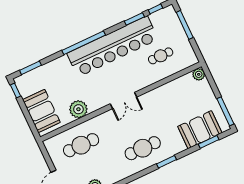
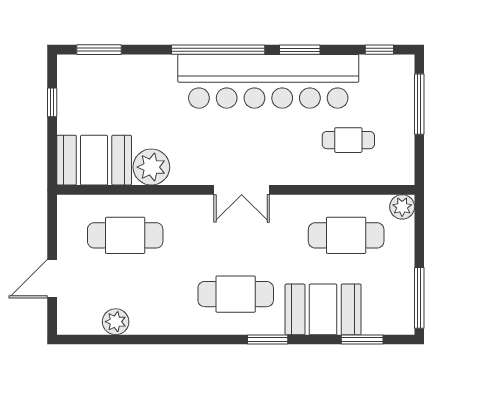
window: (134, 19) -> (300, 50), moved
window: (16, 91) -> (52, 102), moved
cafe table: (180, 99) -> (346, 235), added
booth: (41, 111) -> (94, 160), moved, turned 90
booth: (200, 130) -> (323, 309), moved

